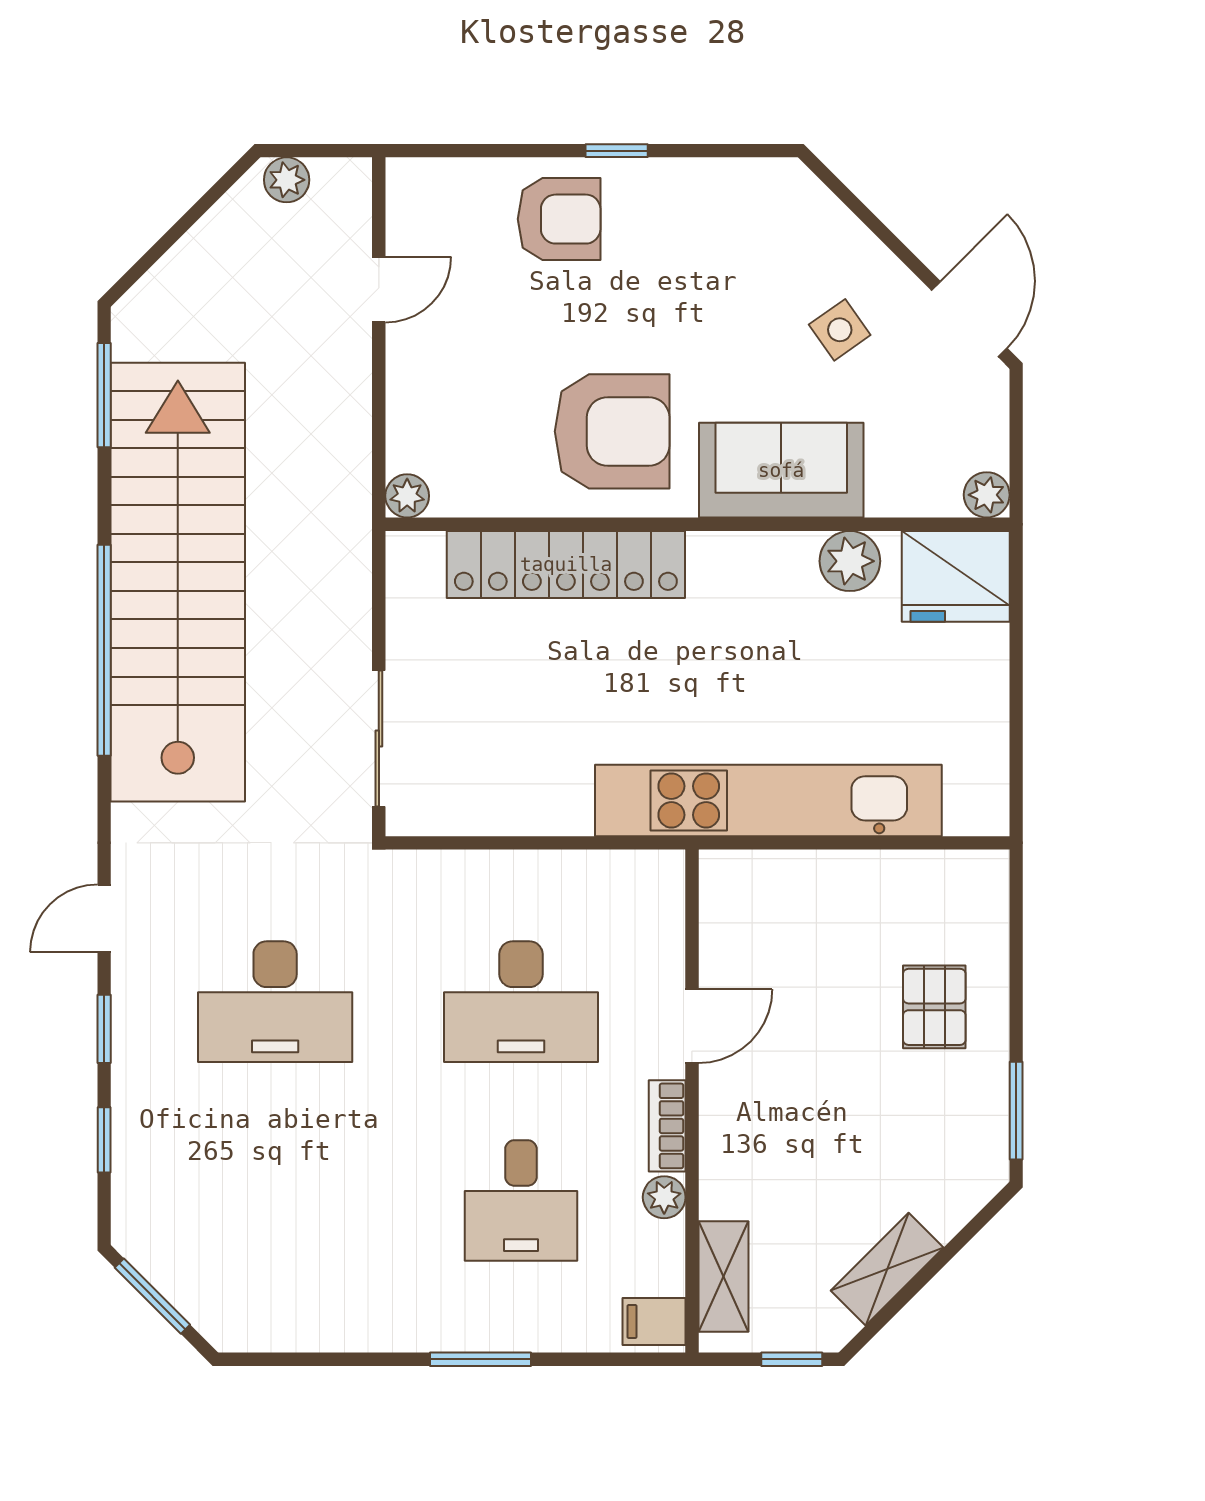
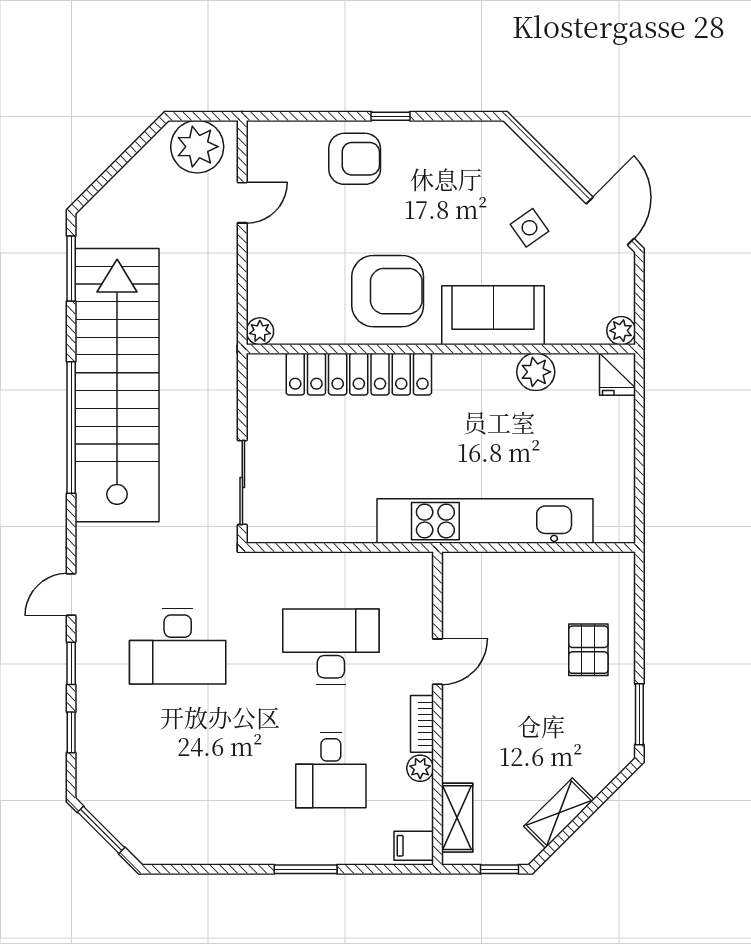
plant: (287, 180) -> (197, 147), width x1.88, depth x1.88
fridge: (956, 576) -> (617, 374), width x0.53, depth x0.75
desk: (521, 1002) -> (331, 646), turned 180

